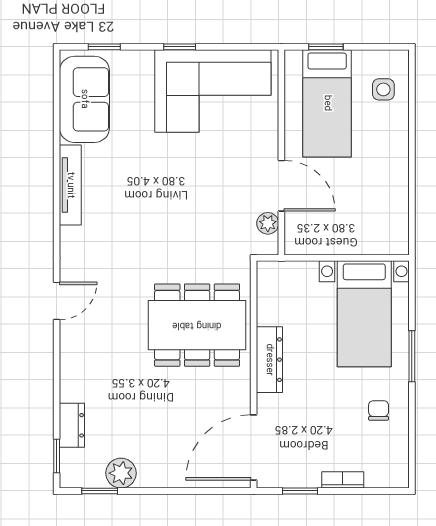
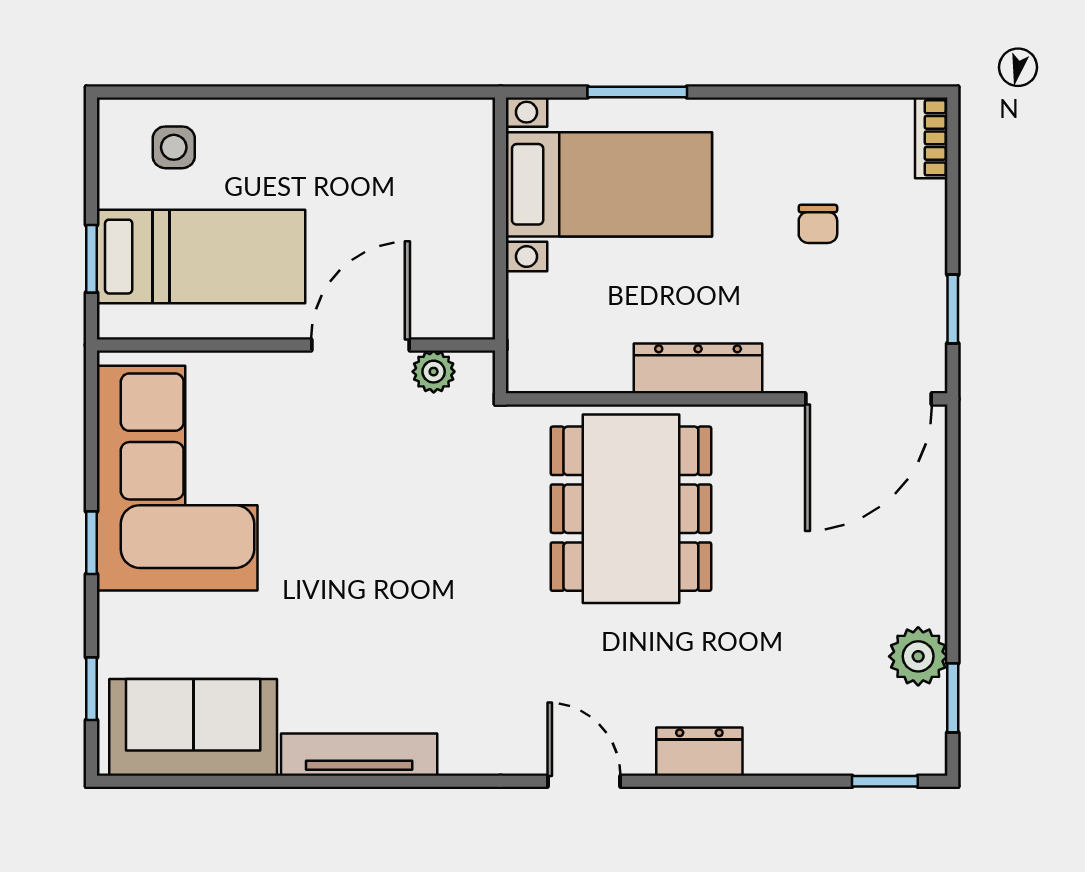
window: (412, 356) -> (637, 92), moved
chair: (379, 410) -> (818, 224), moved, turned -90
dresser: (72, 425) -> (699, 752), moved
door: (254, 448) -> (869, 399), hinge flipped
bookcase: (343, 480) -> (931, 138), moved

